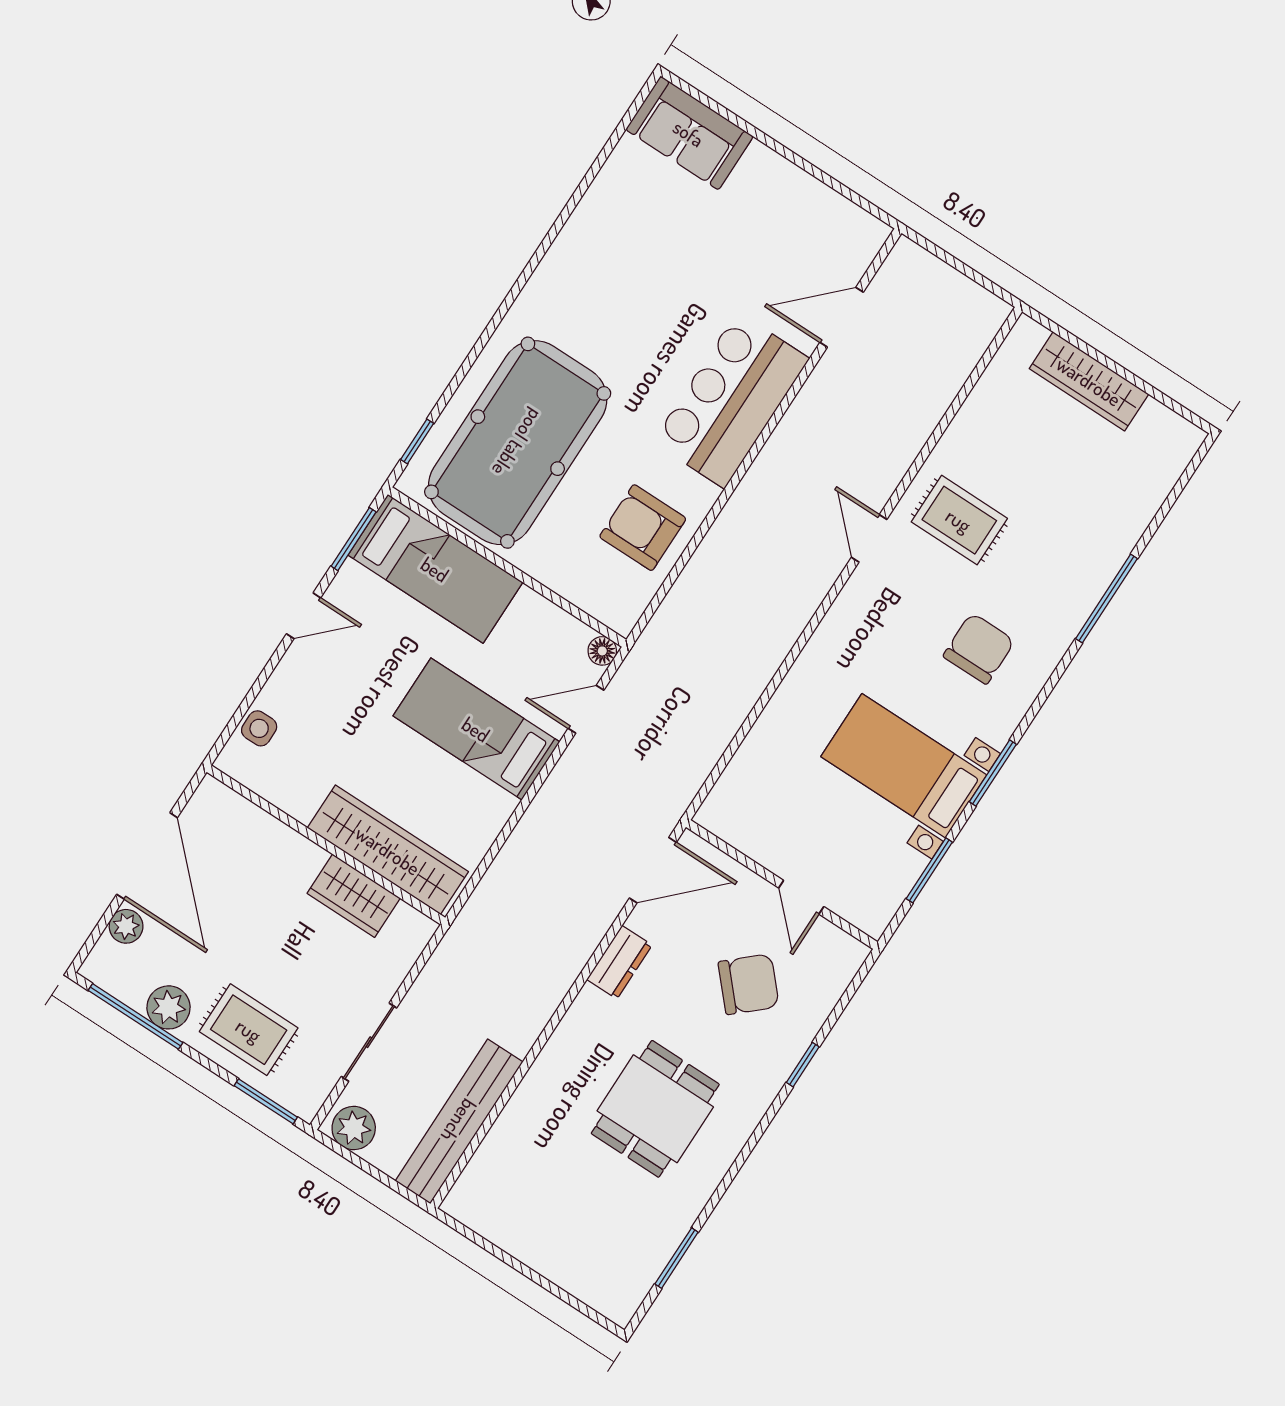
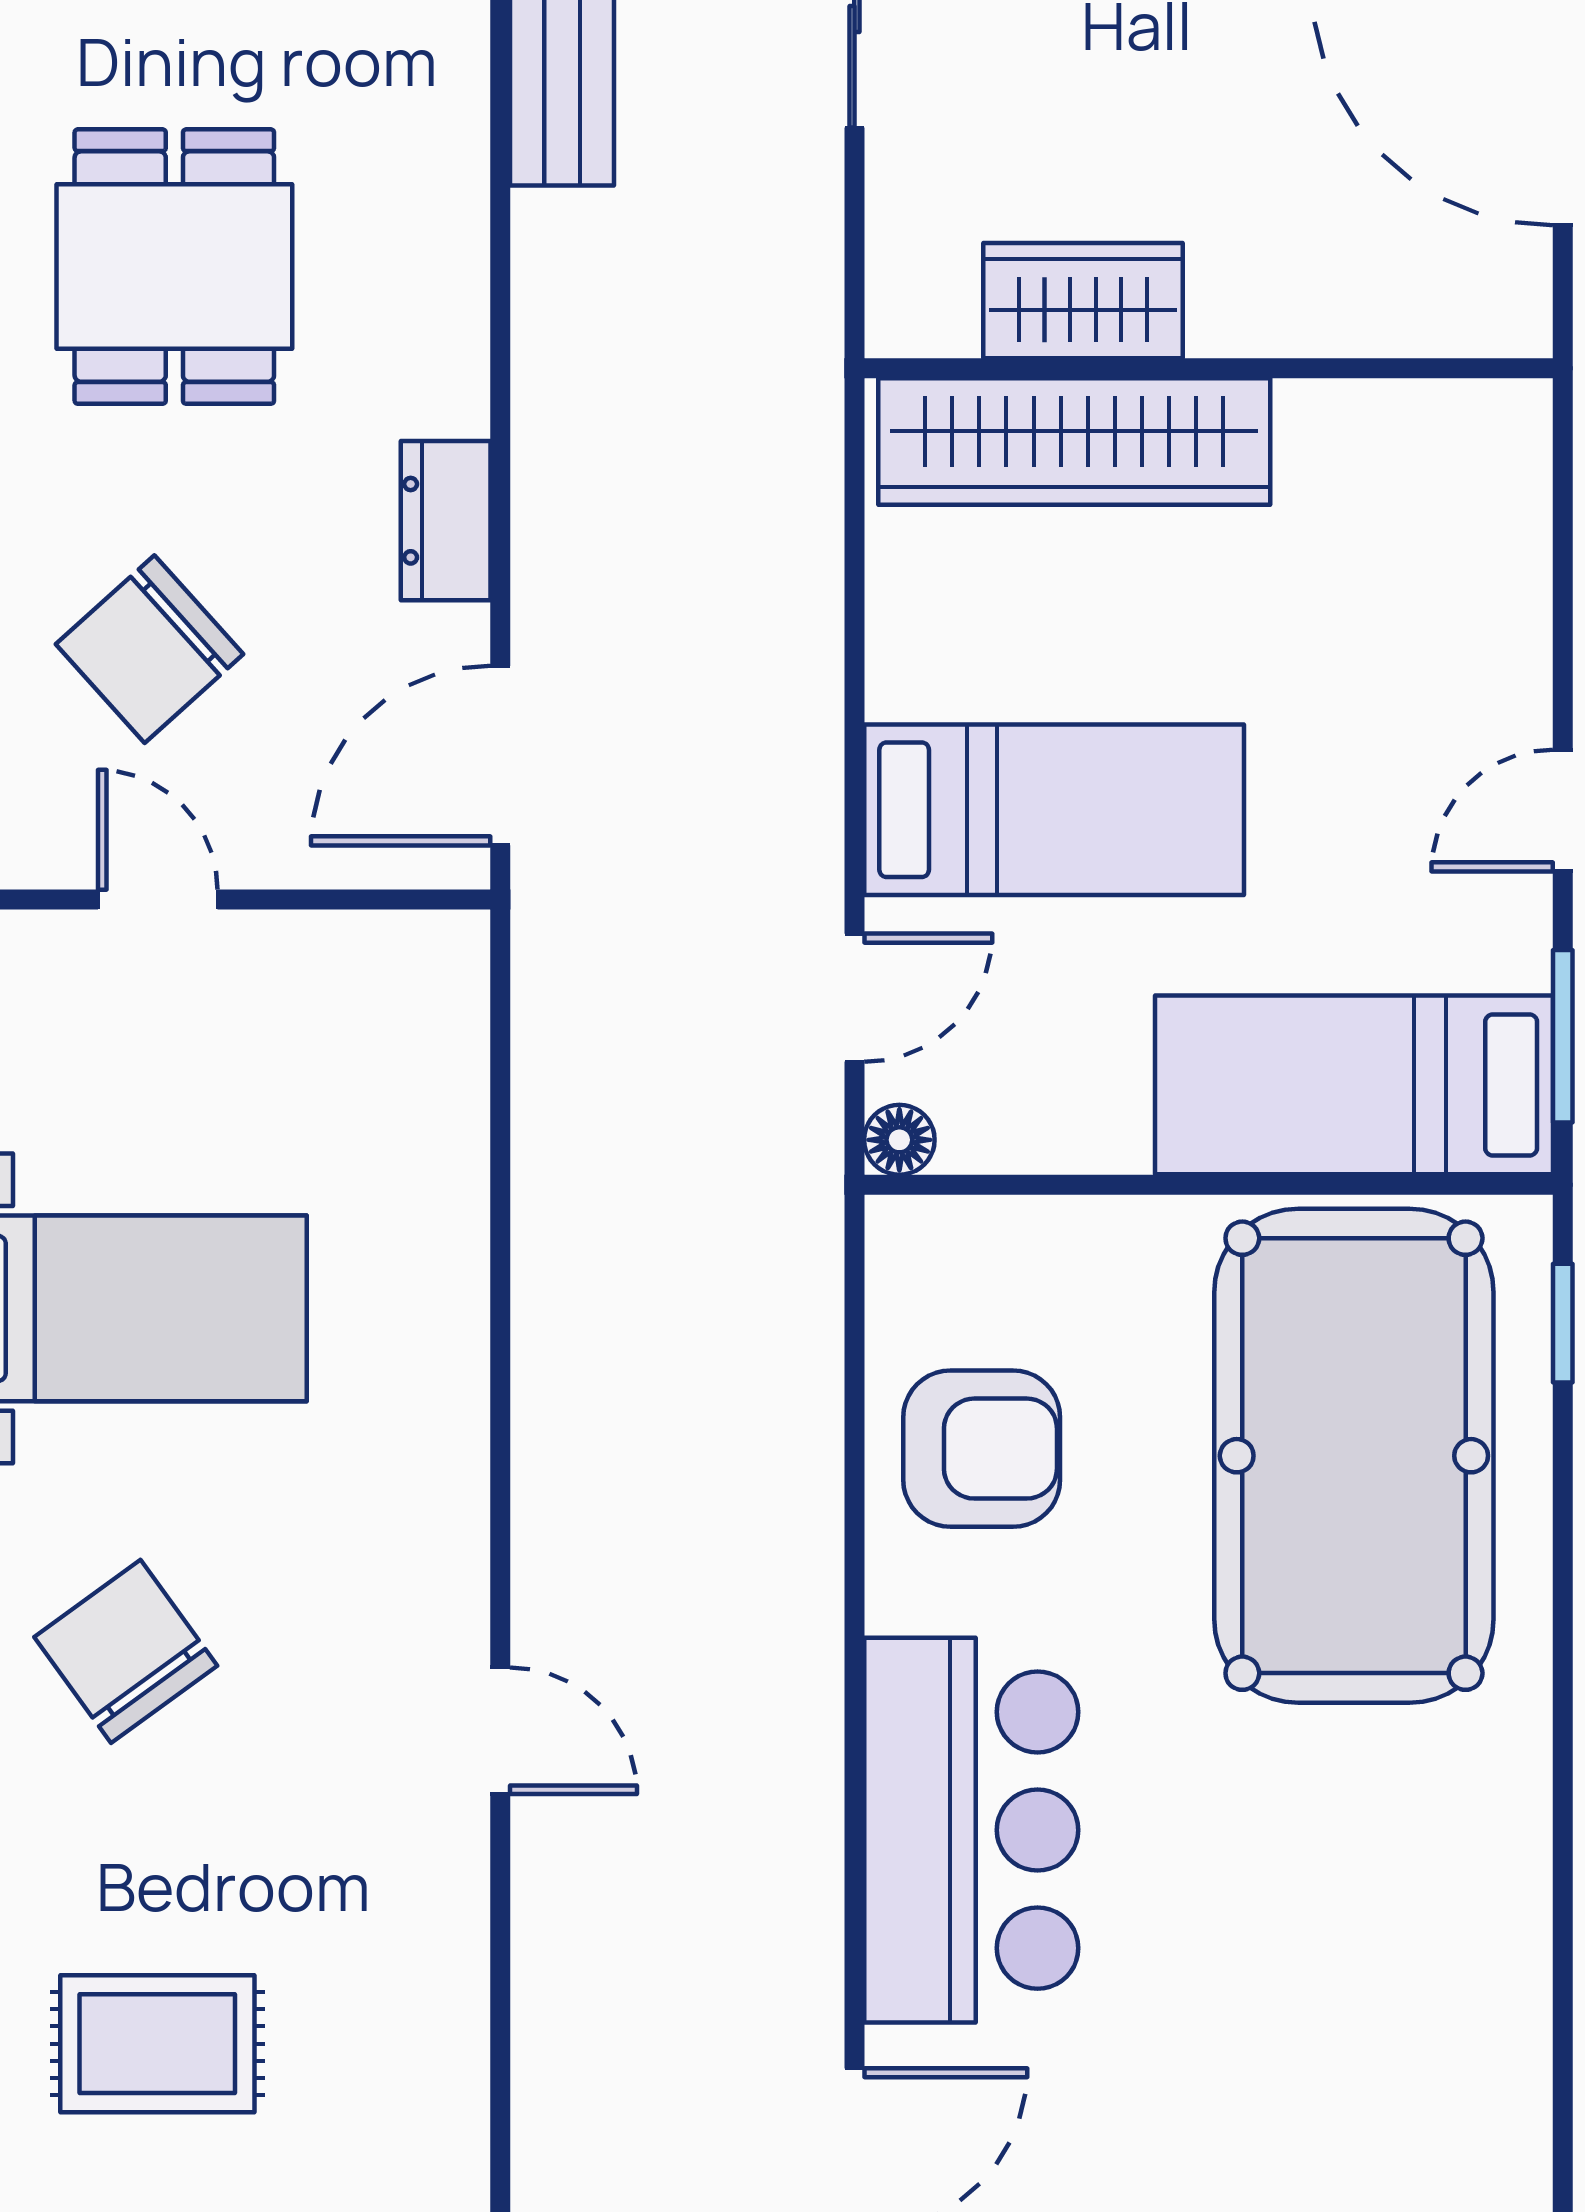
rug: (959, 520) -> (157, 2044), moved
chair: (979, 648) -> (126, 1651), turned 144
side table: (259, 728) -> (1503, 519), removed

